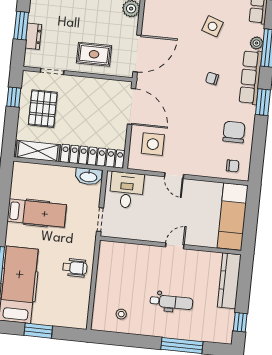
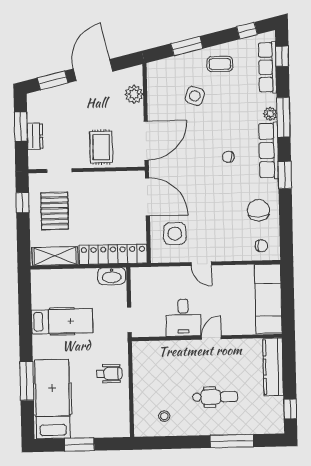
side table: (213, 26) -> (195, 96), moved
rug: (94, 54) -> (101, 147), turned 90
desk: (127, 190) -> (183, 318), moved, turned 180

